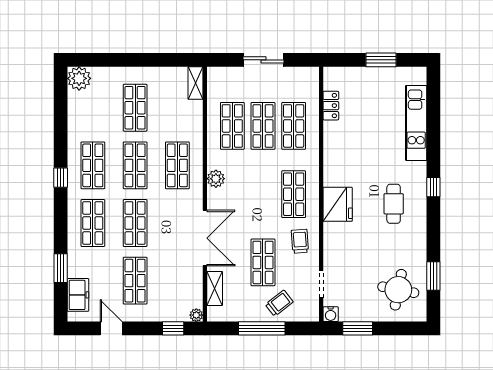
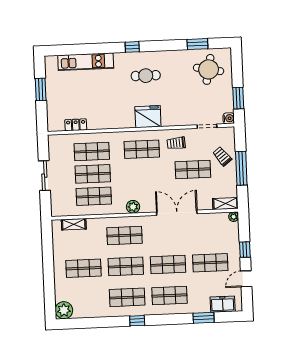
shelving: (196, 83) -> (74, 224), moved
shelving: (215, 288) -> (225, 204), moved
window: (173, 328) -> (245, 250), moved

